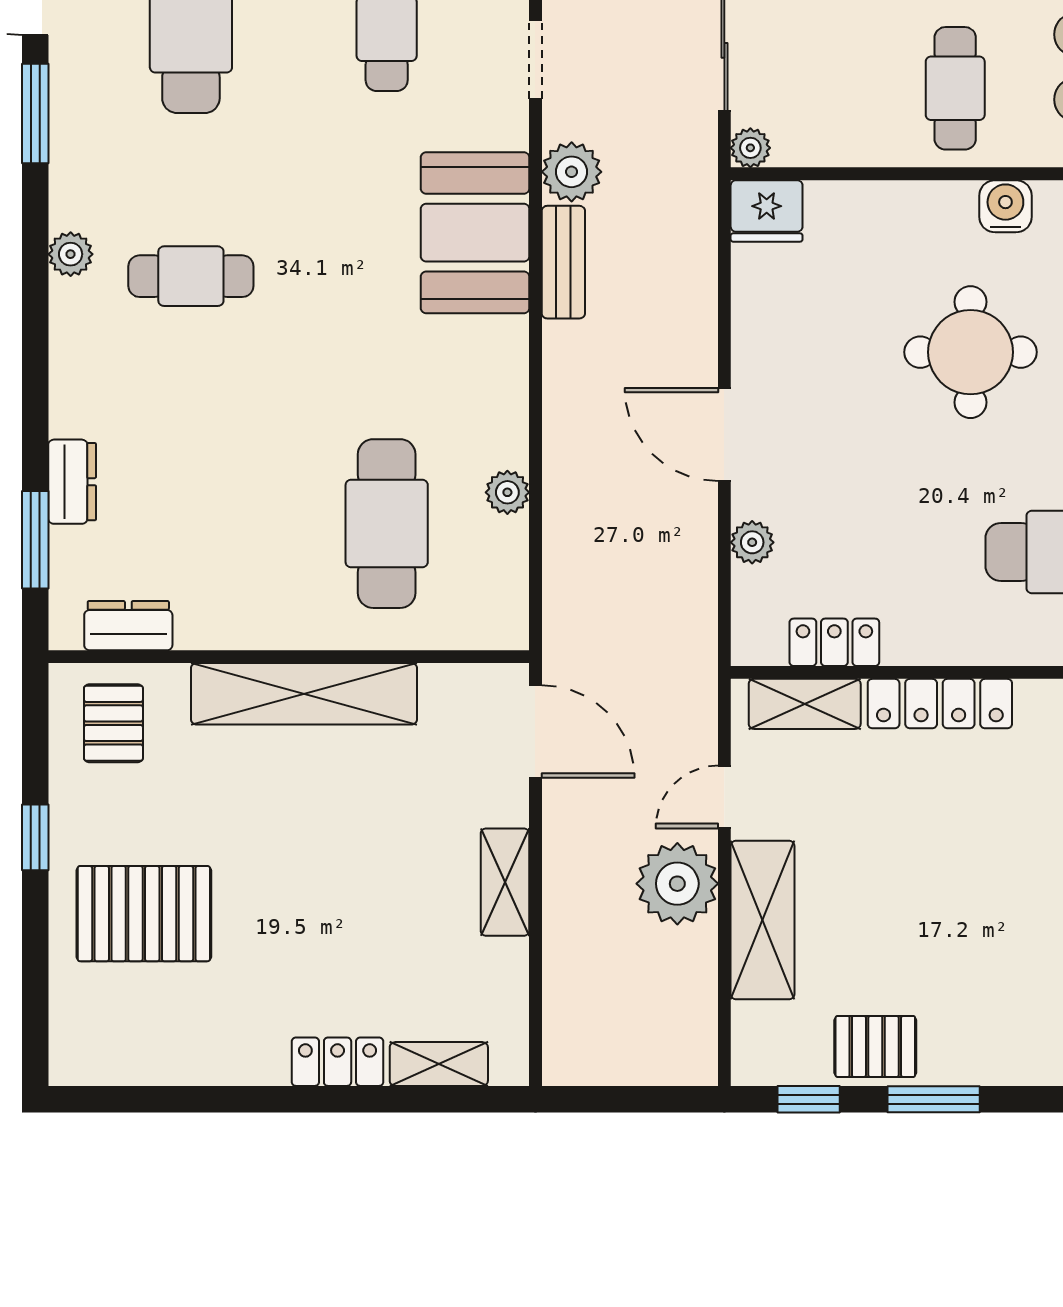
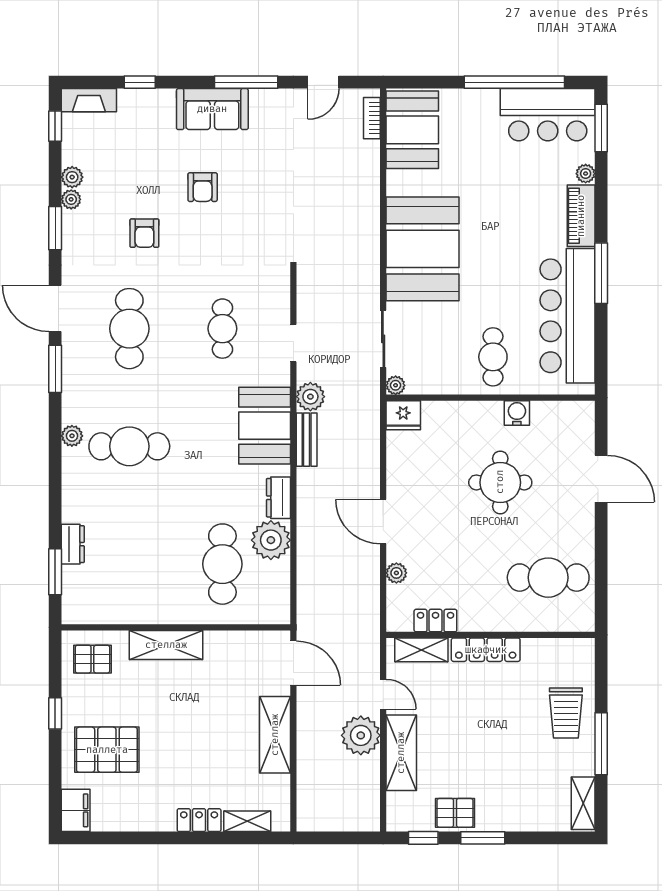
cafe table: (191, 276) -> (129, 446), width x1.37, depth x1.35
plant: (507, 492) -> (271, 540), width x1.87, depth x1.87
dresser: (128, 626) -> (278, 498), moved, turned -90
shelving: (304, 694) -> (166, 645), width x0.68
pallet: (113, 723) -> (92, 659), turned 90
door: (724, 797) -> (383, 694), swing flipped
shelving: (505, 882) -> (275, 735), width x1.50, depth x1.33
filing cabinet: (78, 1041) -> (76, 810), added

